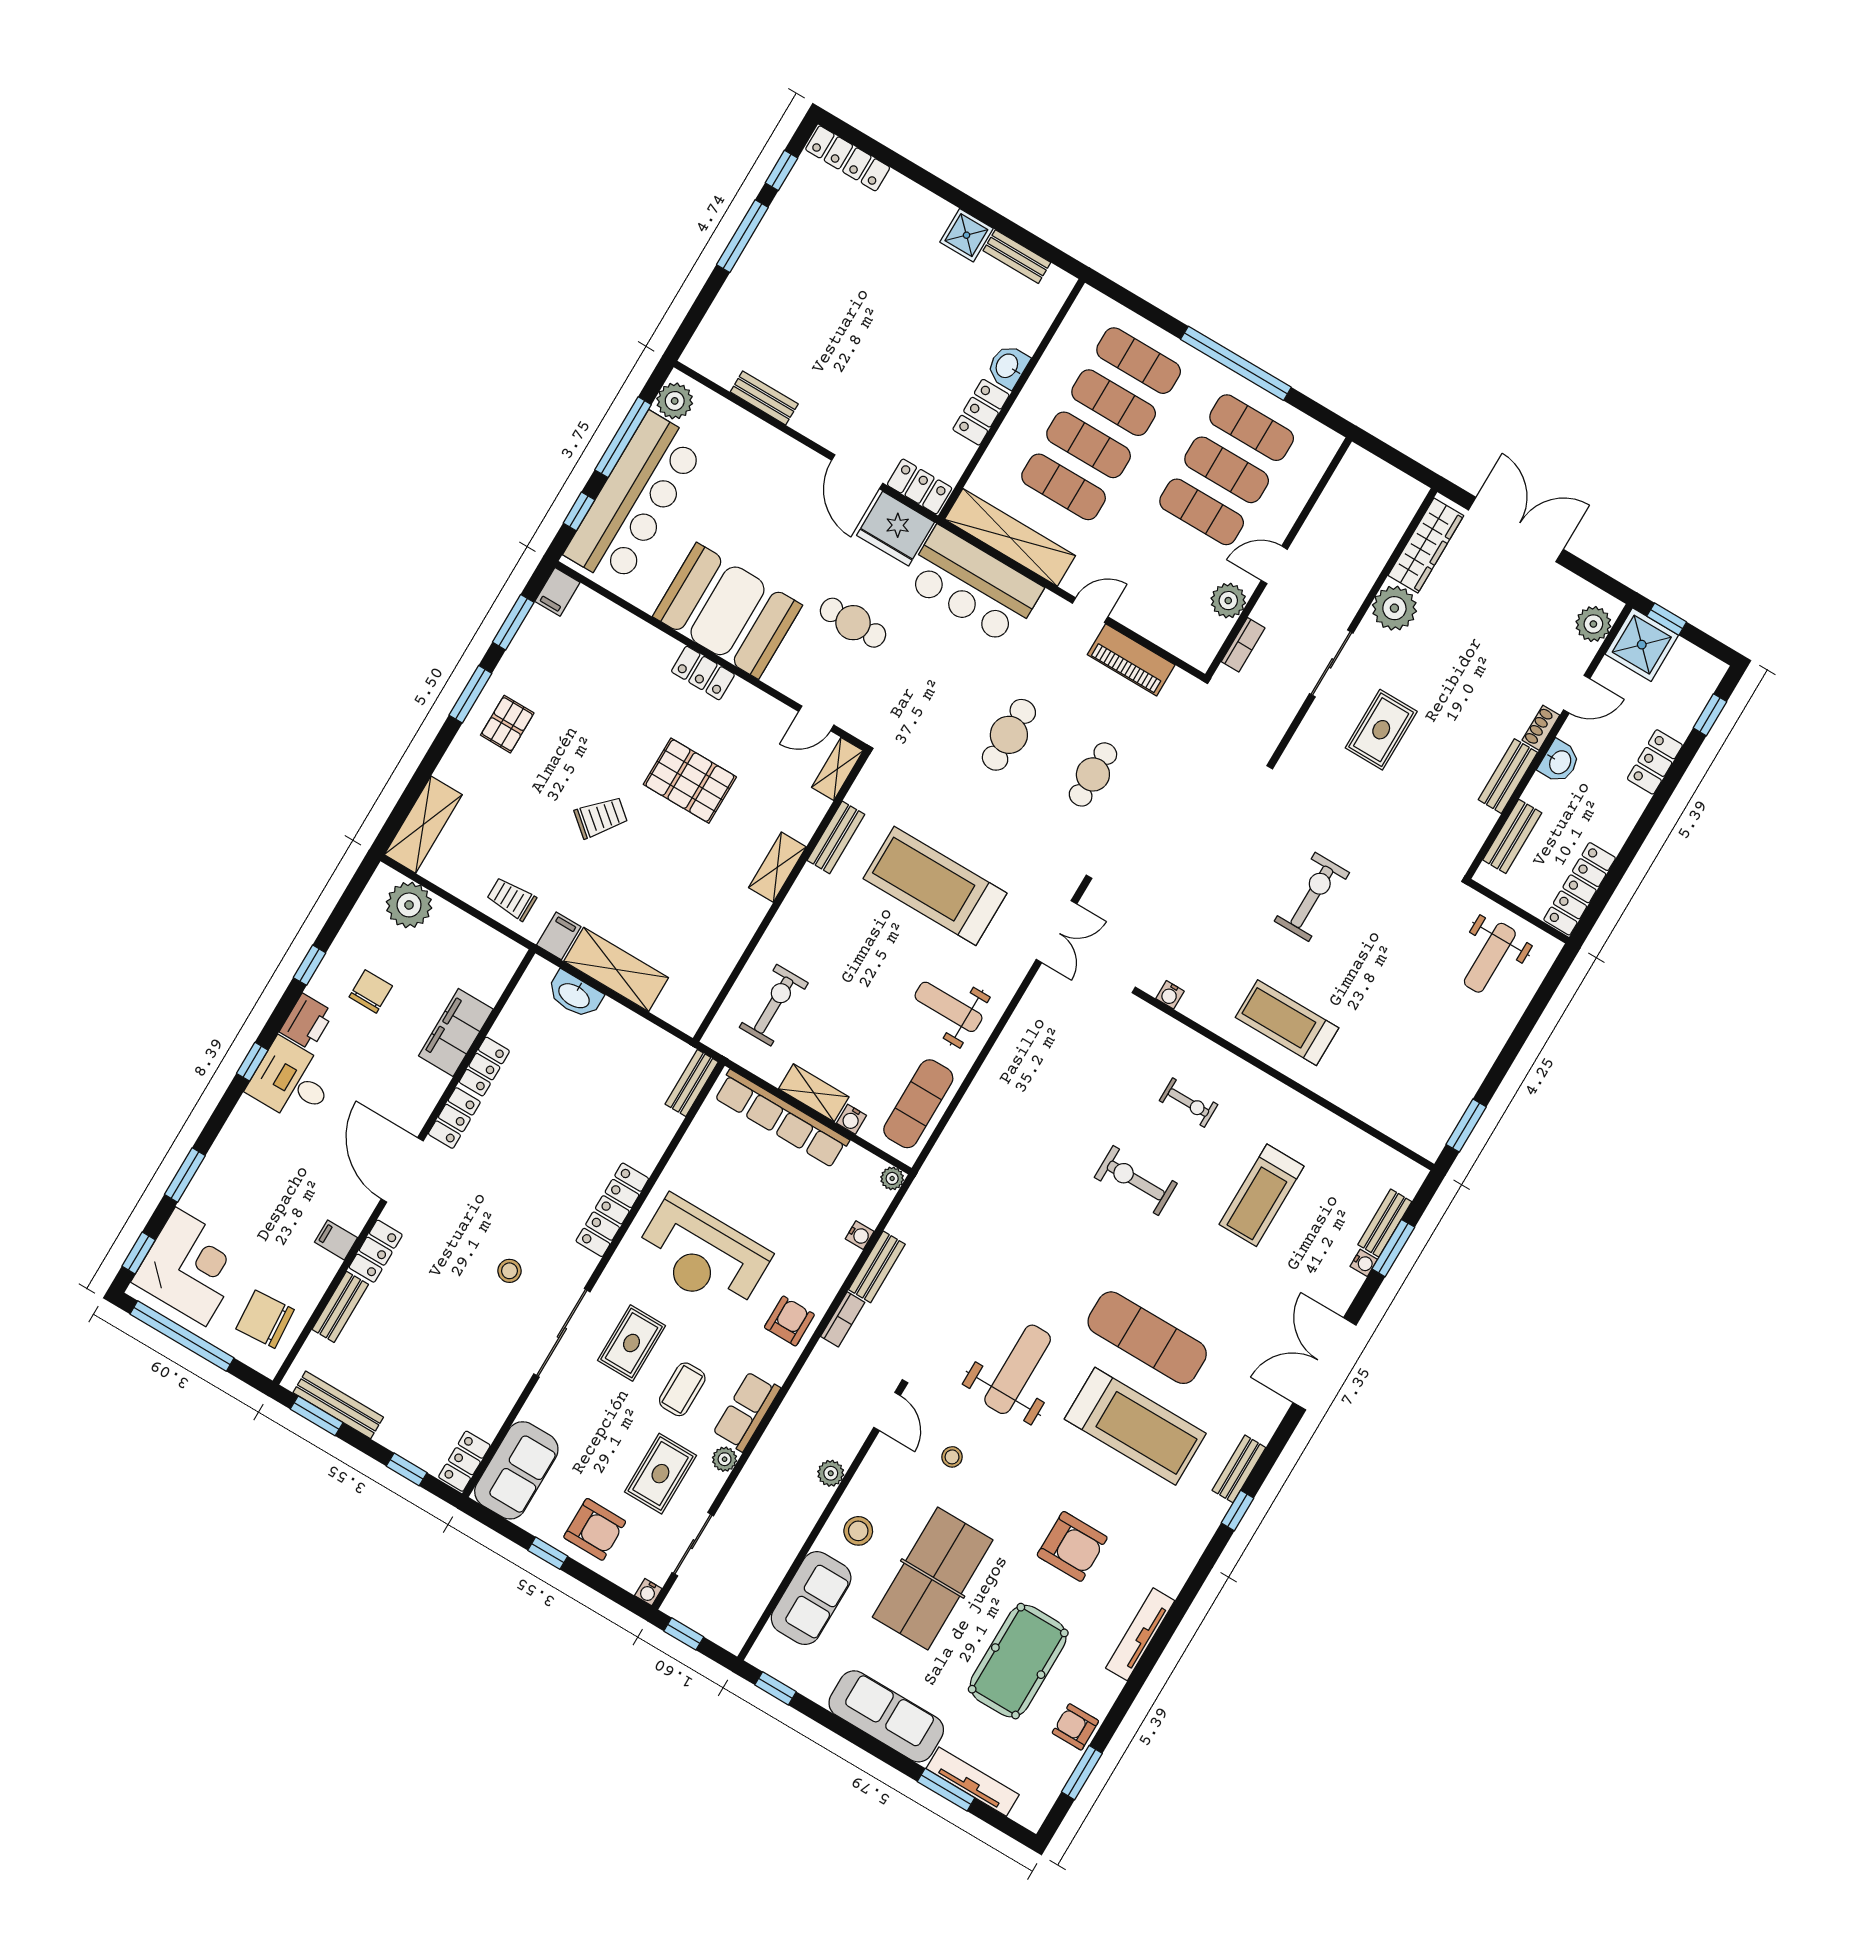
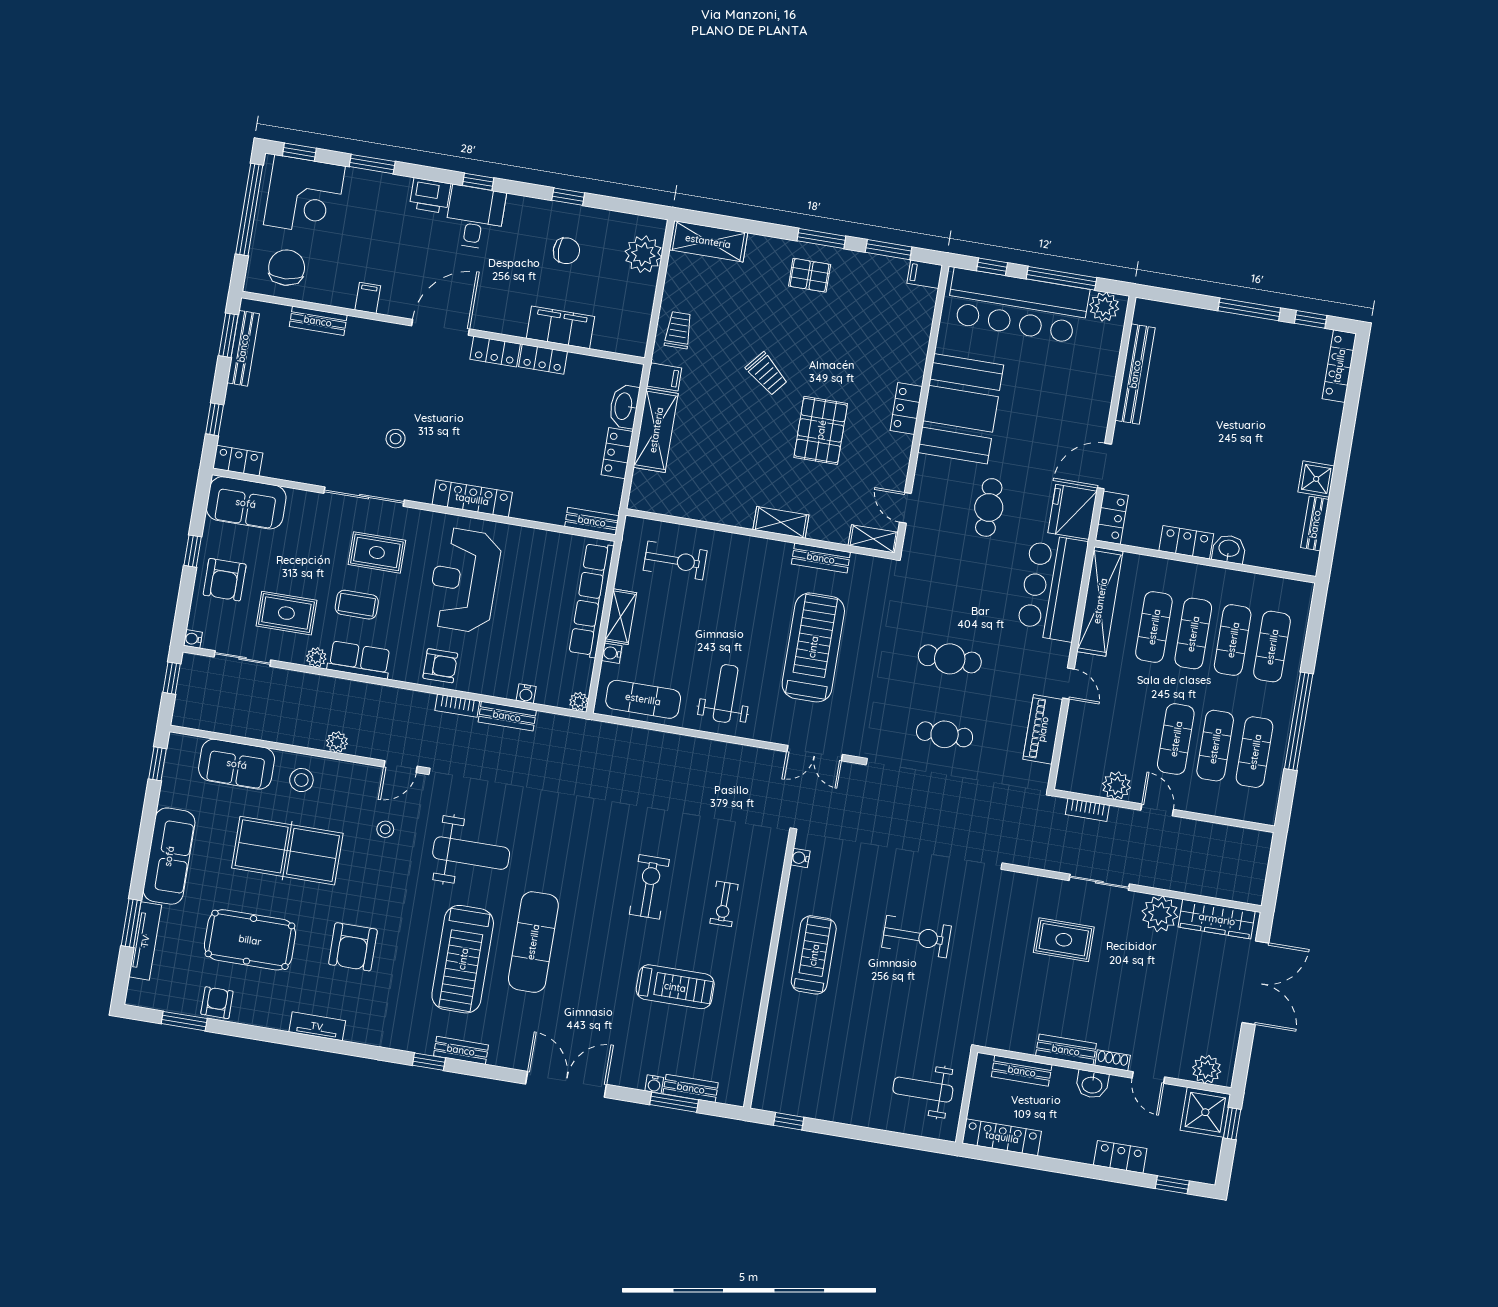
bench: (764, 398) -> (1135, 374), width x1.86, depth x1.21
printer: (307, 1022) -> (430, 196), moved
window: (1466, 1126) -> (789, 1121), width x0.67
treadmill: (1262, 1195) -> (675, 987), turned 180
locker: (376, 1251) -> (617, 453), moved, turned 90
tv unit: (1140, 1634) -> (317, 1026), width x0.71

